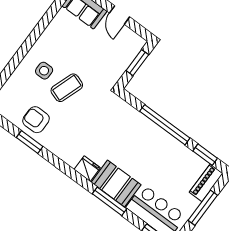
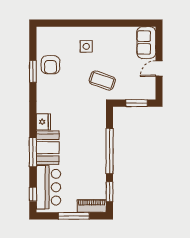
coffee table: (67, 88) -> (102, 80), moved
armchair: (36, 120) -> (50, 65), turned 180

